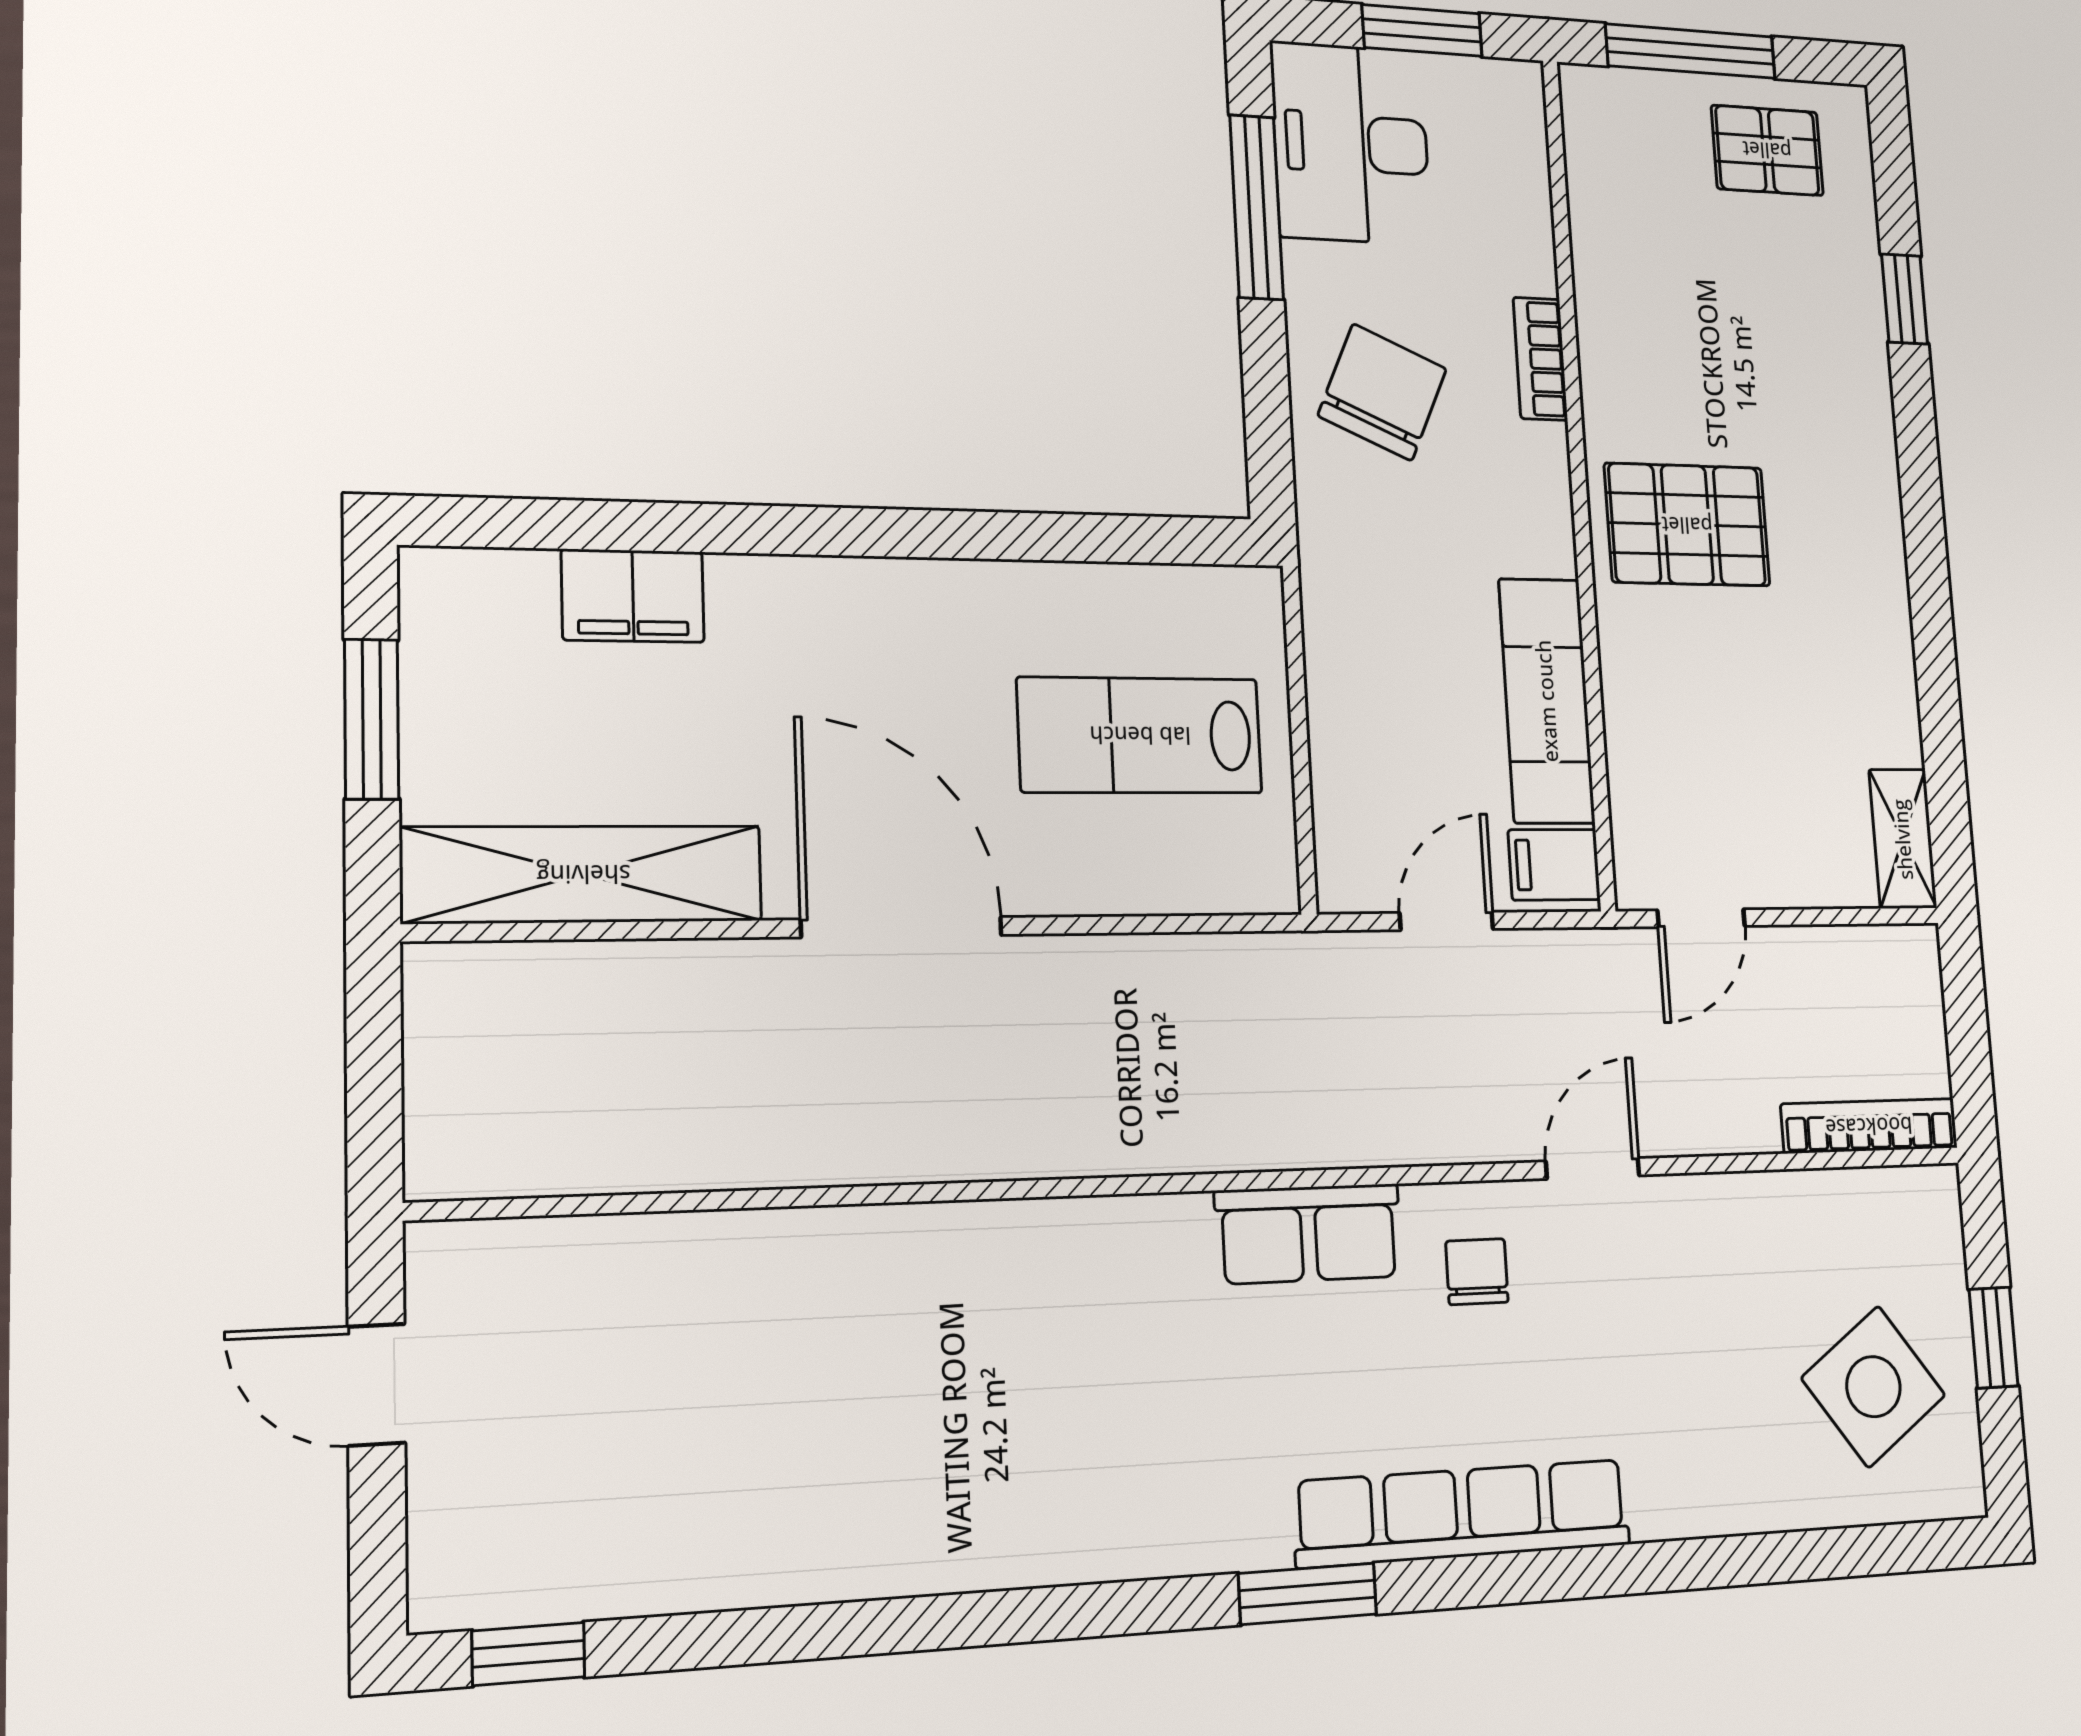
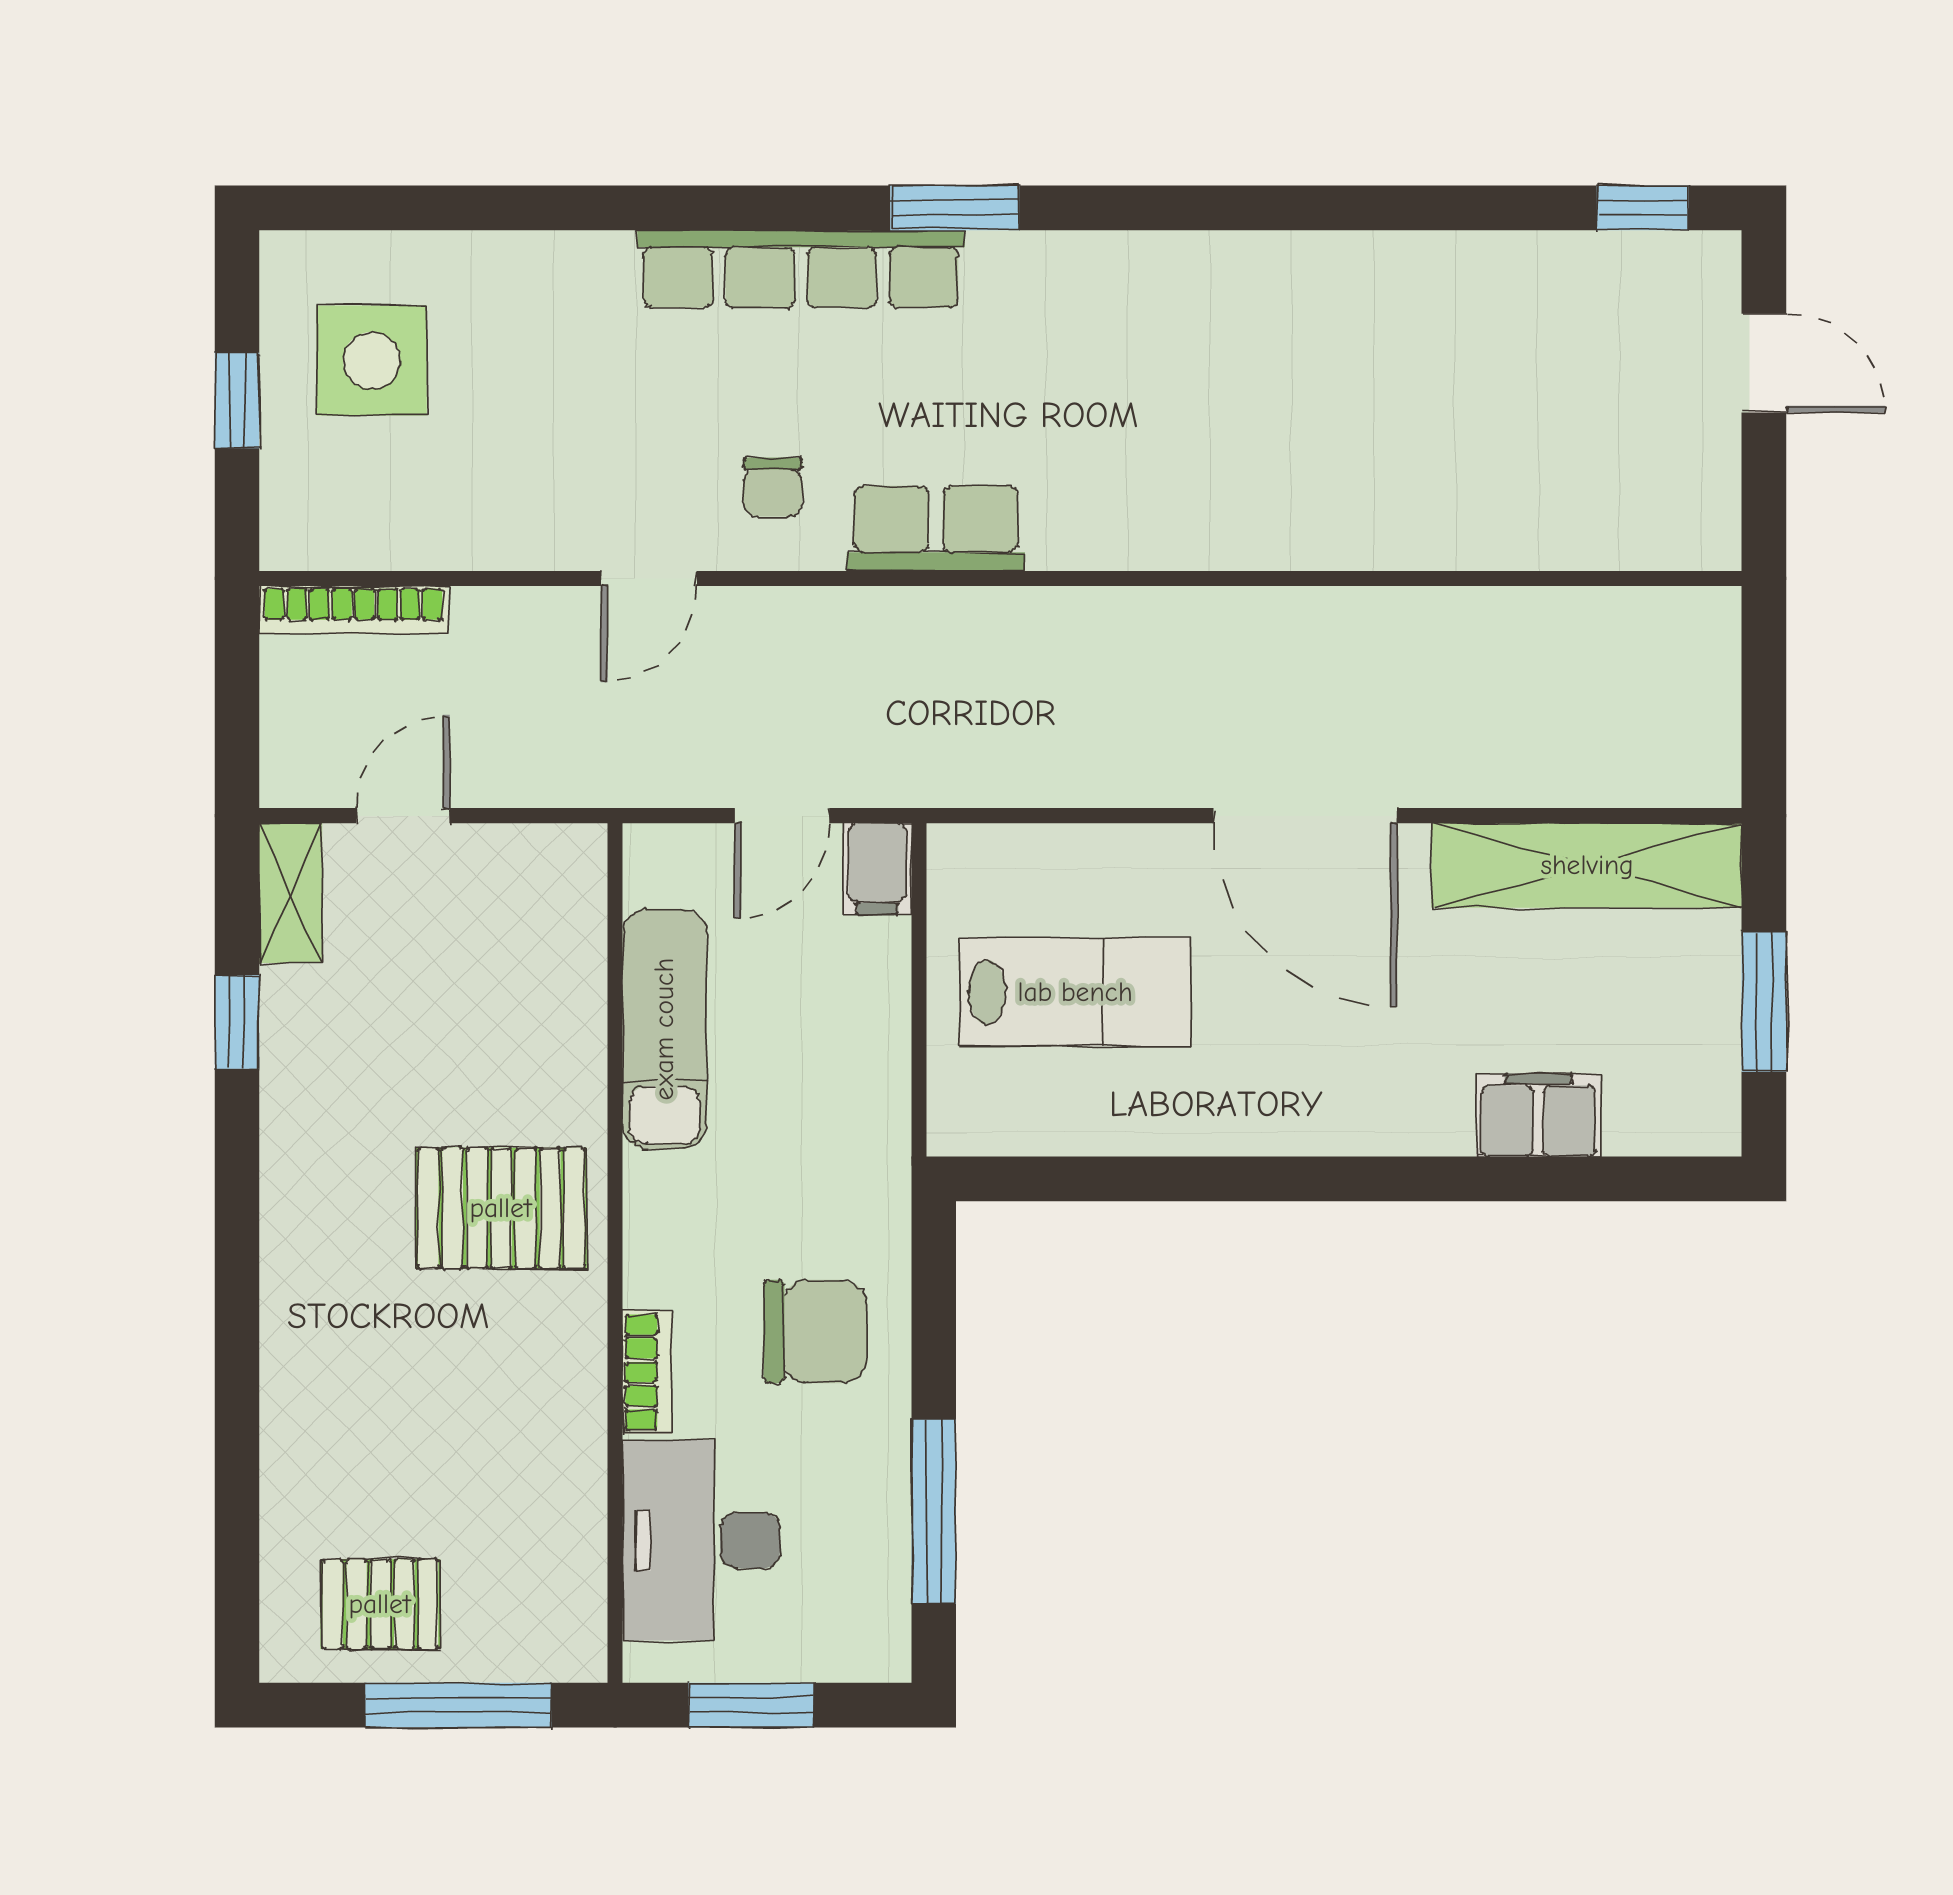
desk: (1351, 143) -> (701, 1540), moved, turned 180
window: (1905, 299) -> (237, 1022), moved
chair: (1382, 392) -> (815, 1331), turned -114
filing cabinet: (1554, 865) -> (877, 869), moved, turned 90
door: (1701, 918) -> (403, 816), moved
door: (376, 1385) -> (1764, 363), moved
side table: (1873, 1387) -> (372, 360), turned 36

